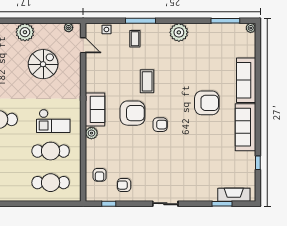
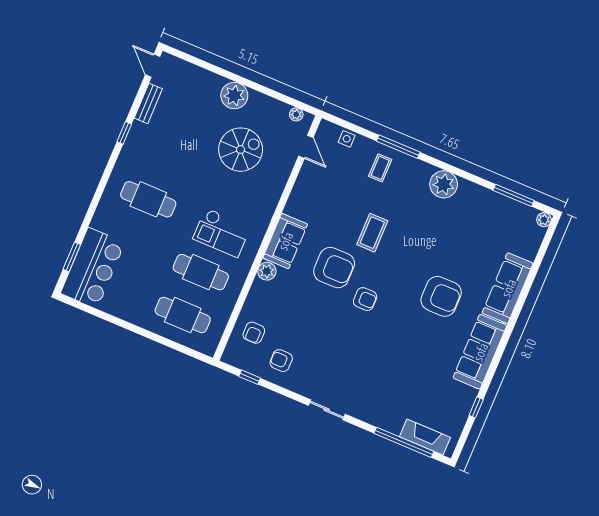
window: (222, 204) -> (404, 442), width x2.11

